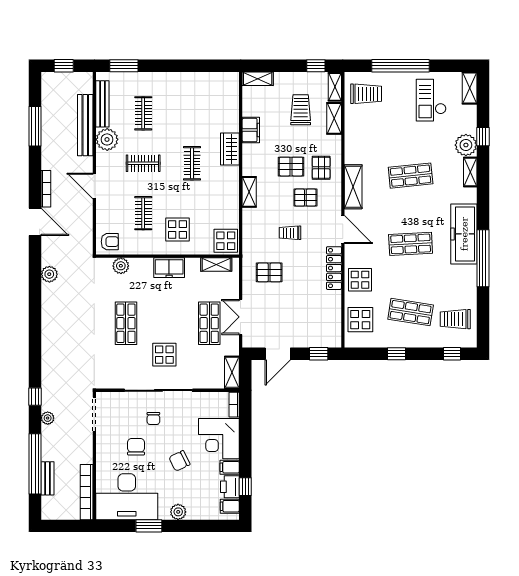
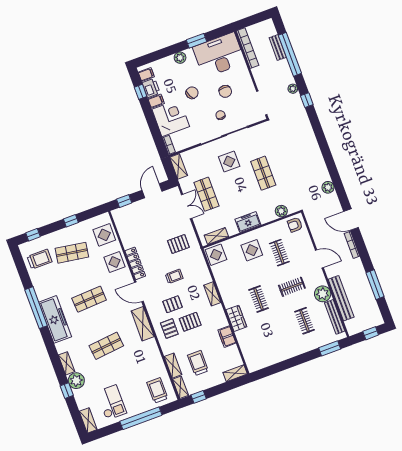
trolley: (366, 94) -> (157, 390), turned 90
trolley: (301, 110) -> (198, 363), turned 180

